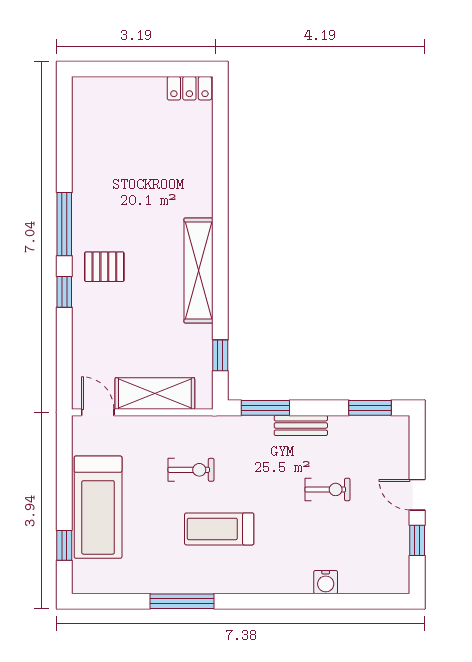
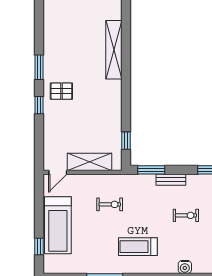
window: (64, 224) -> (39, 67), width x0.69
shelving: (198, 270) -> (114, 50), moved
door: (98, 412) -> (58, 172), swing flipped
treadmill: (219, 529) -> (138, 247), moved

